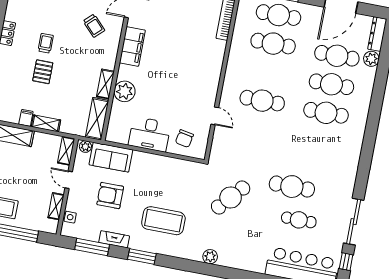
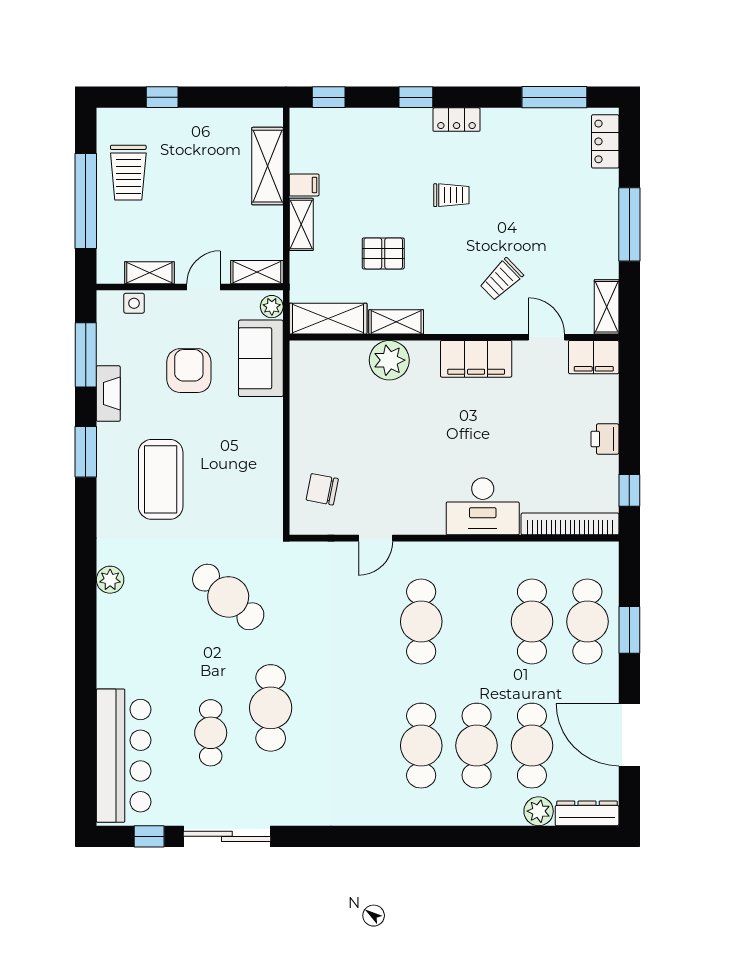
pallet: (43, 72) -> (383, 253), moved
desk: (150, 134) -> (483, 506), moved, turned -90

